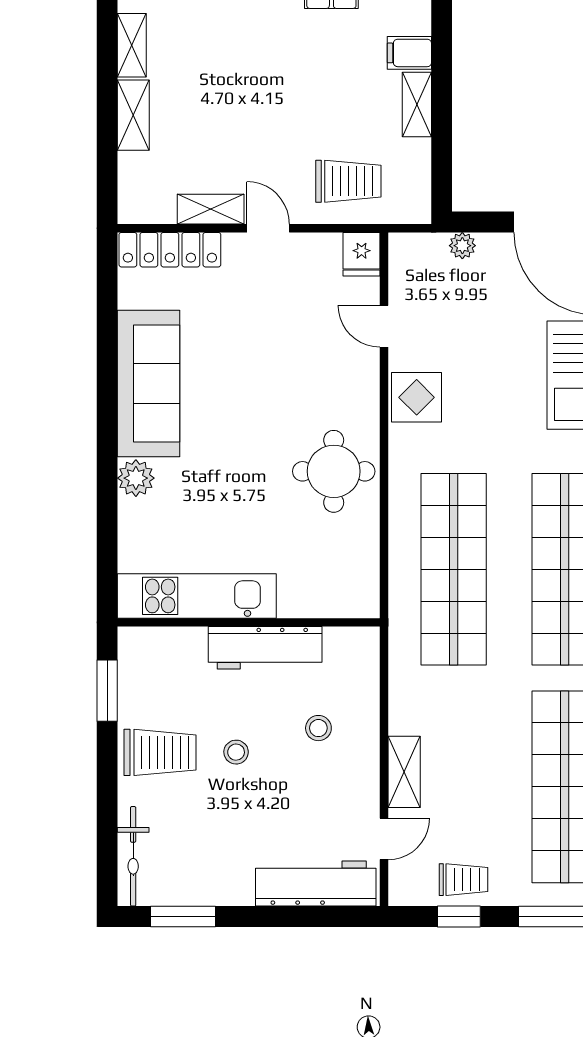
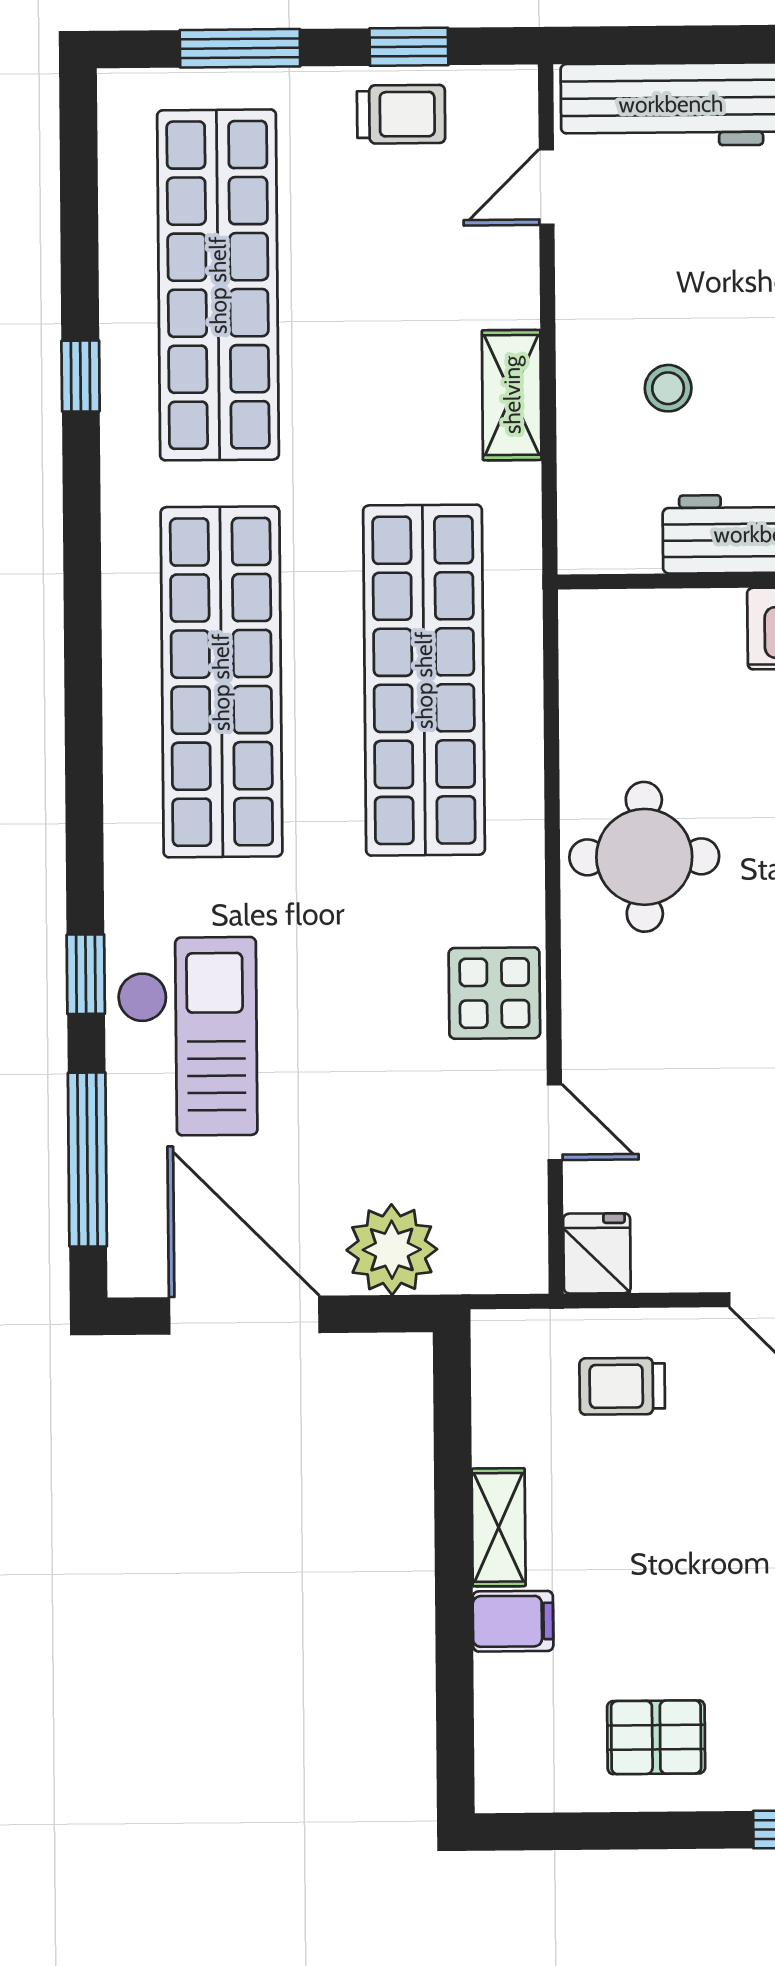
trolley: (348, 181) -> (622, 1386), width x0.73, depth x0.72
plant: (462, 246) -> (392, 1250), width x1.88, depth x1.88
shelving: (404, 772) -> (512, 395), moved
trolley: (463, 880) -> (401, 114), turned 180

